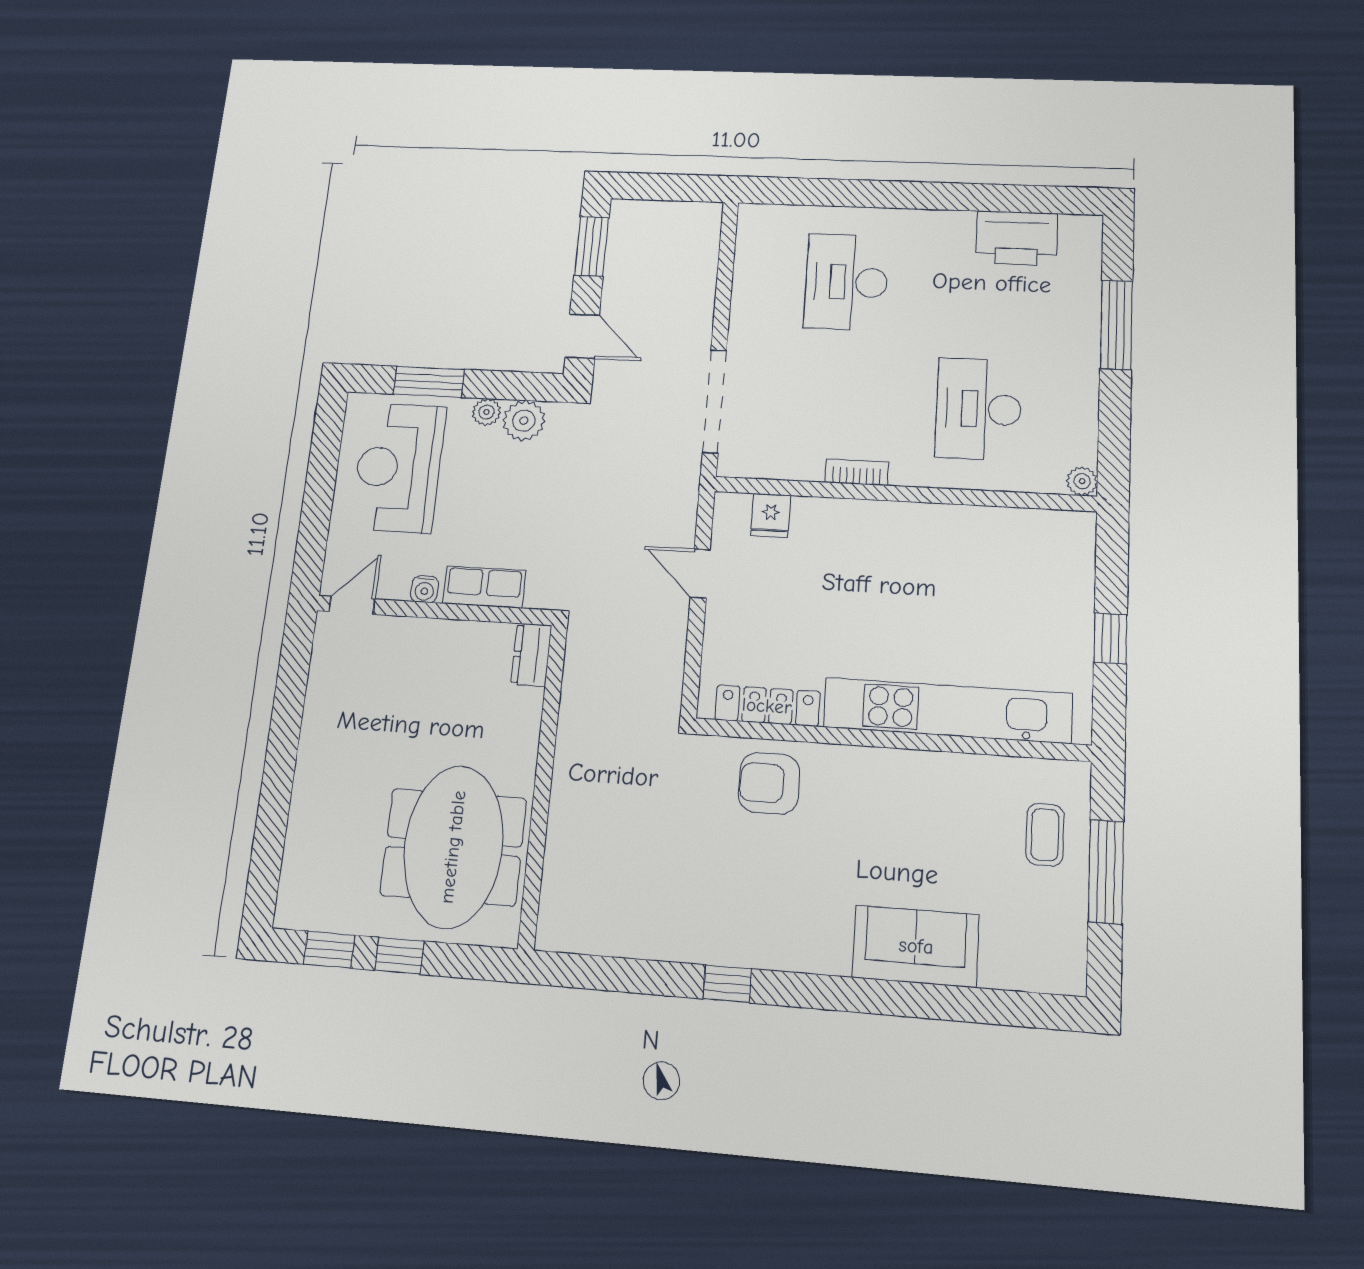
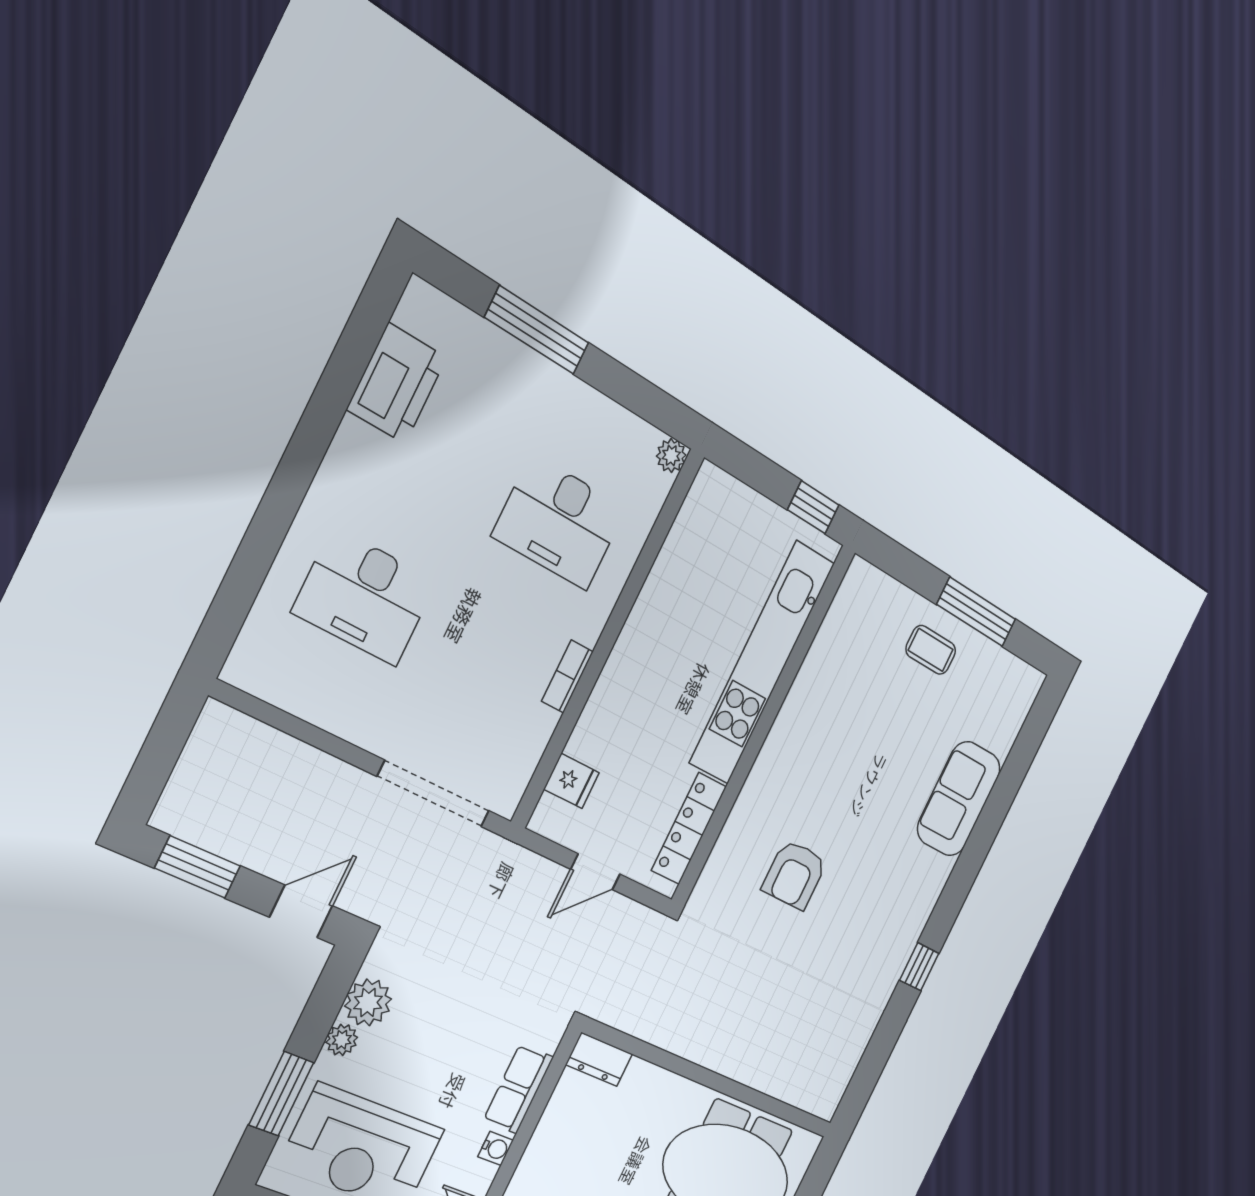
locker: (767, 706) -> (689, 828), moved
kitchen unit: (947, 710) -> (762, 663), moved
wall: (891, 740) -> (763, 726), moved

